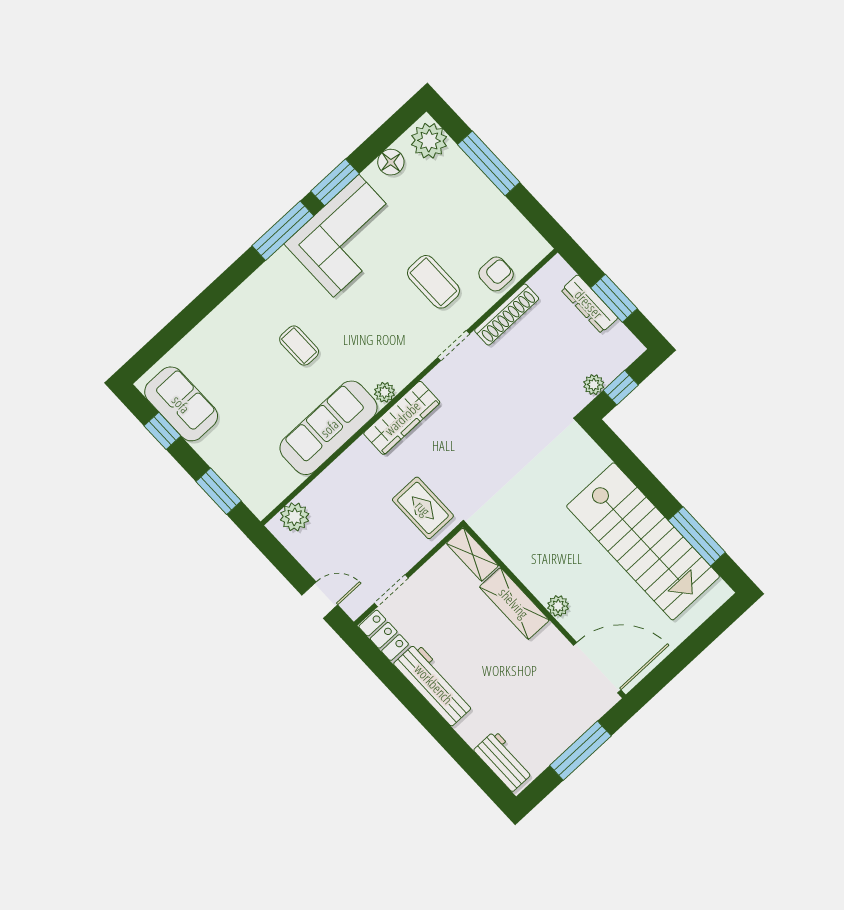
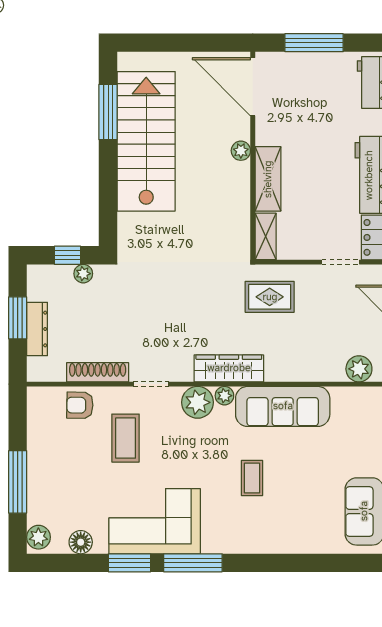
plant: (429, 141) -> (38, 537), width x0.73, depth x0.73
plant: (402, 366) -> (198, 402), added
rug: (423, 508) -> (270, 297), turned 90

